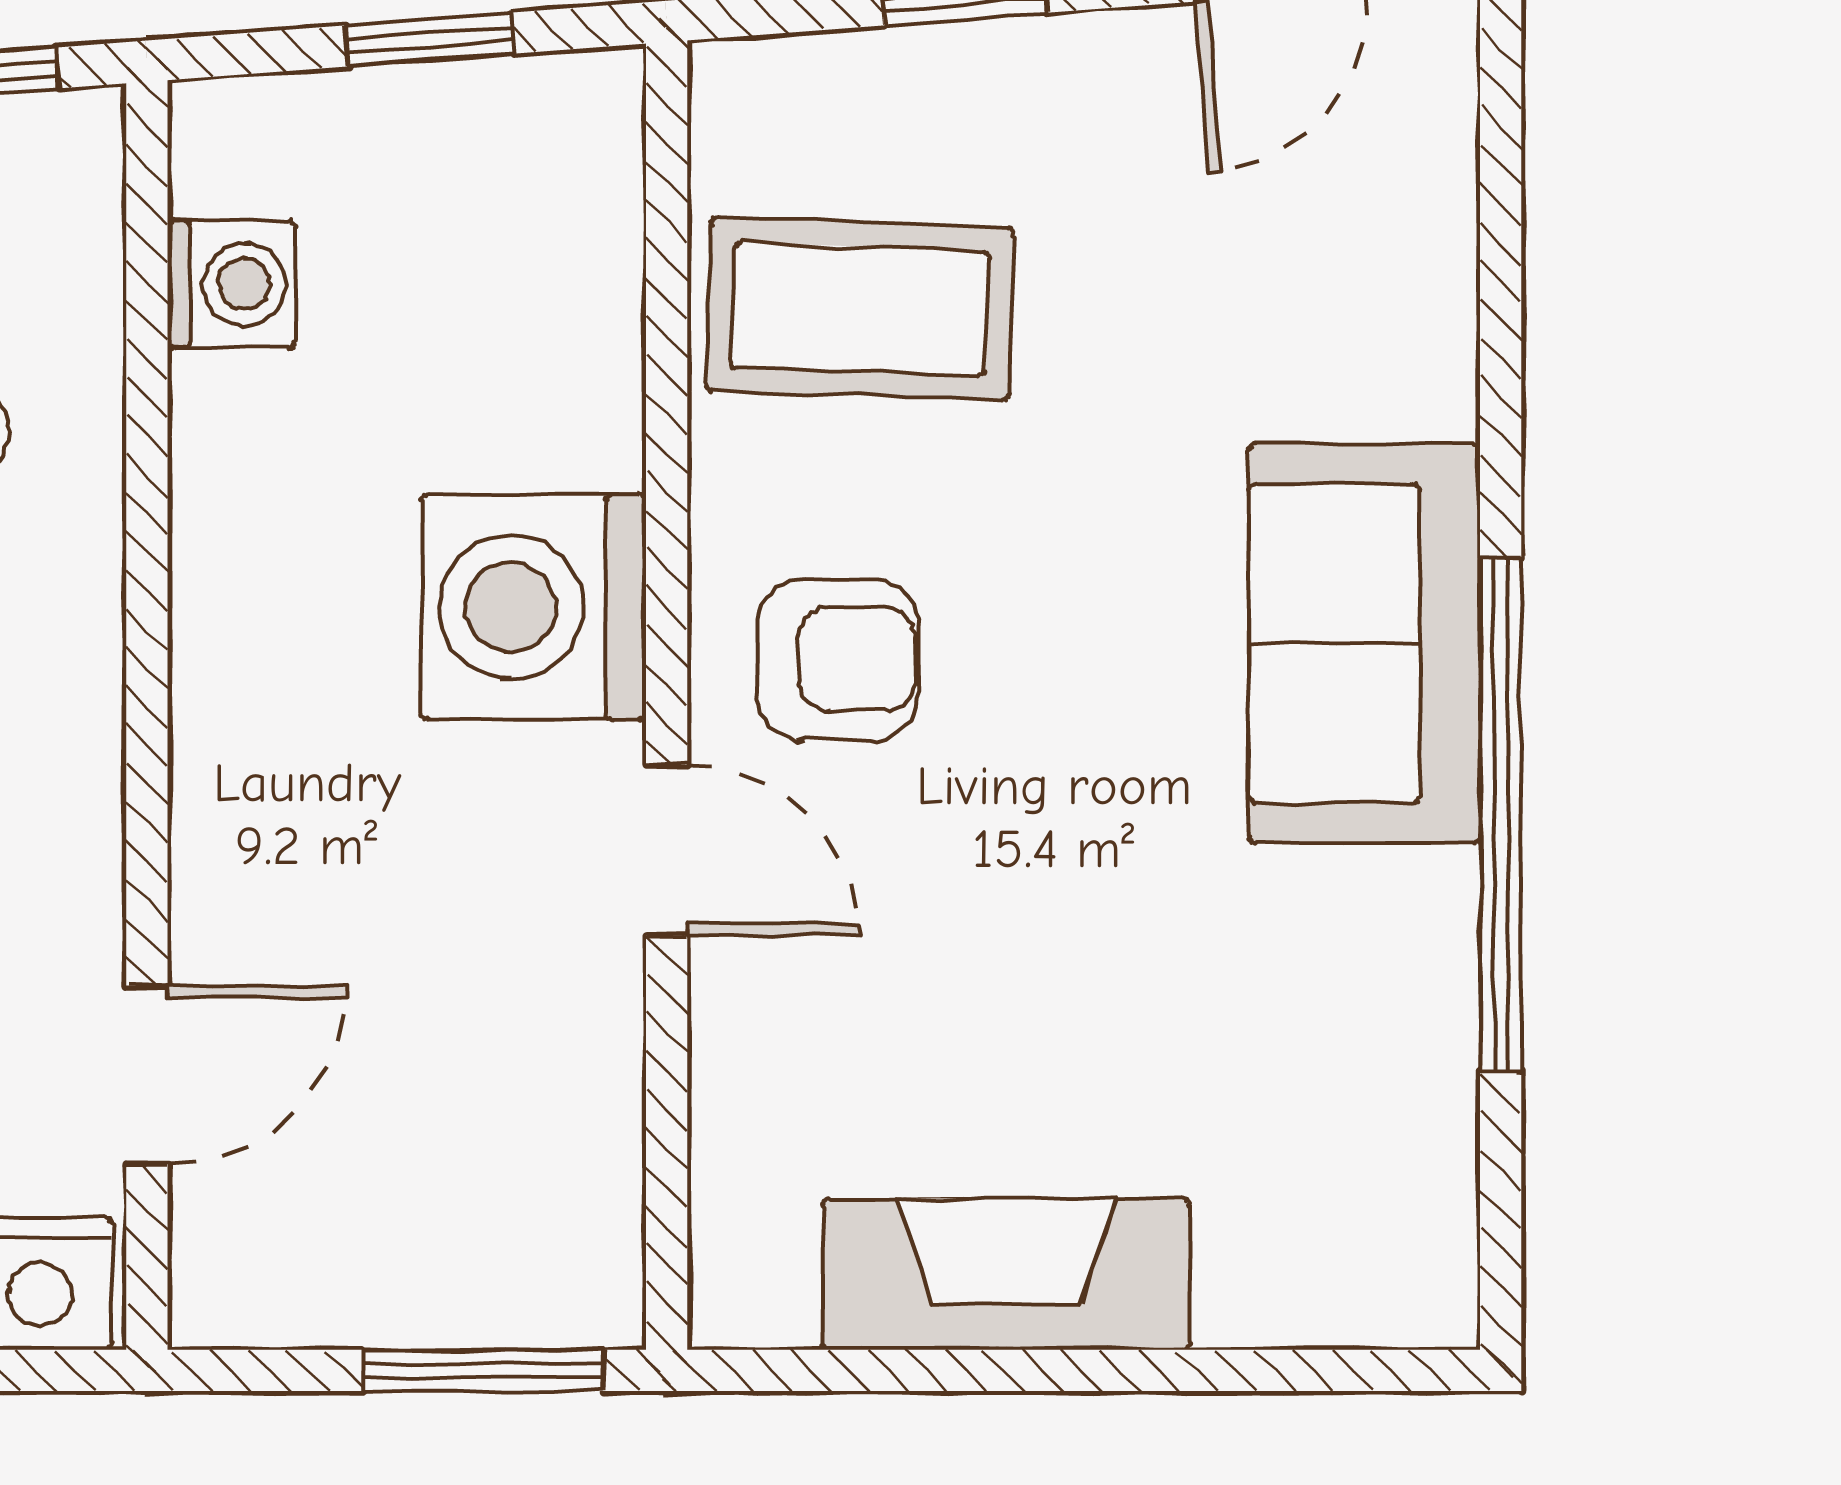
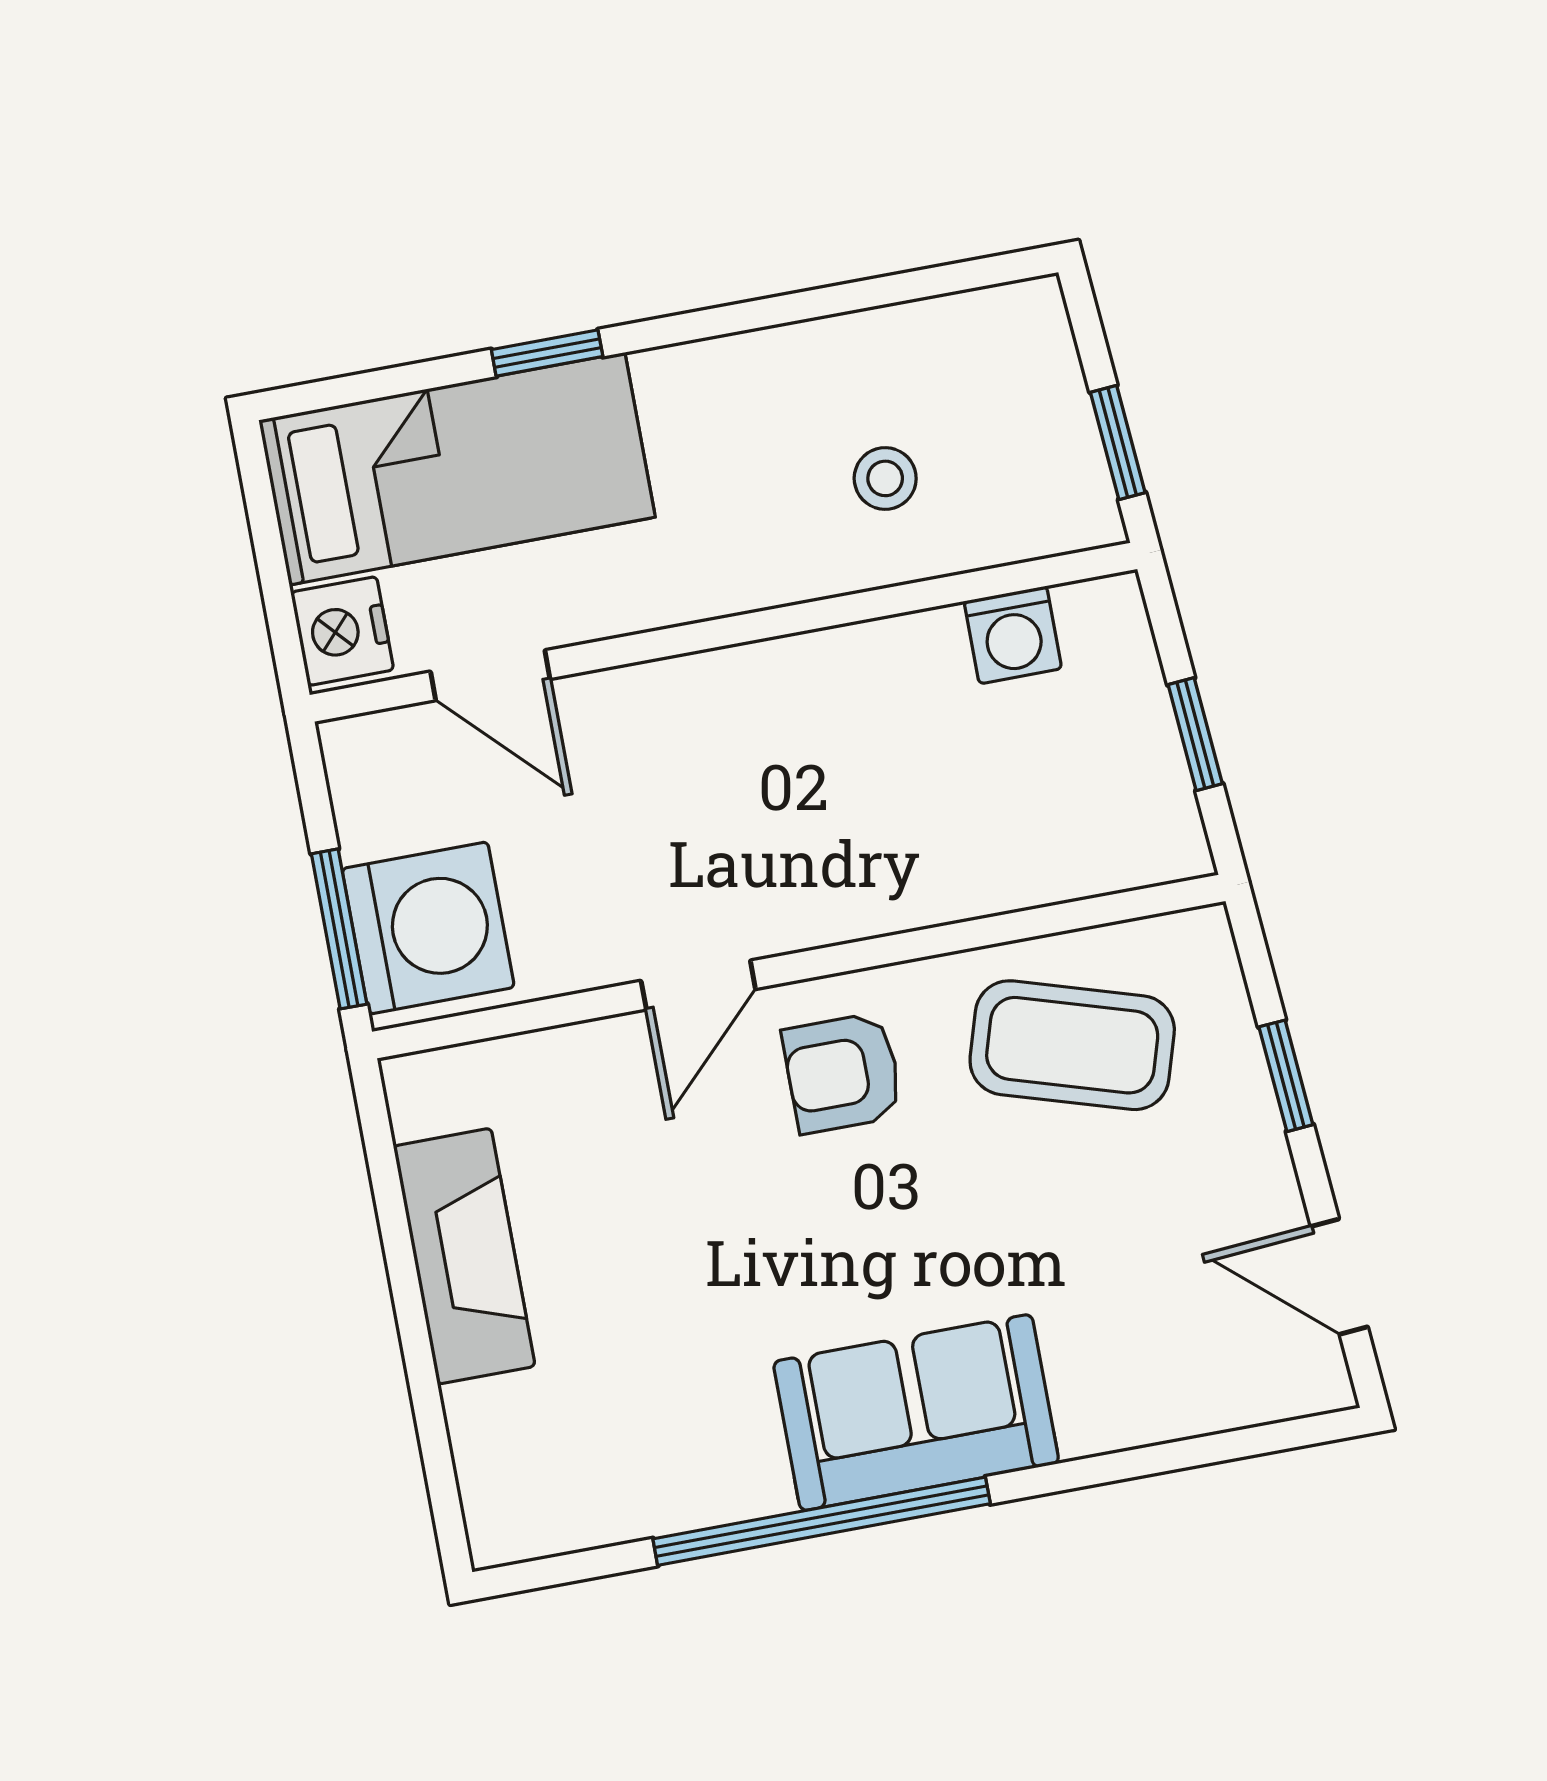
coffee table: (860, 309) -> (1072, 1045), turned -75
washing machine: (533, 607) -> (428, 928), moved, turned 90
armchair: (838, 659) -> (843, 1073), turned 90

